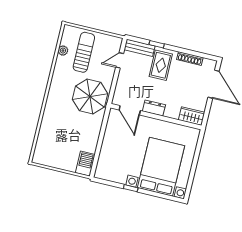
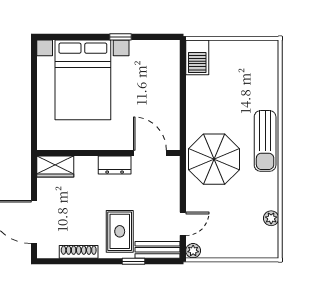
plant: (117, 42) -> (193, 251), added
sun lounger: (84, 52) -> (265, 141), moved

